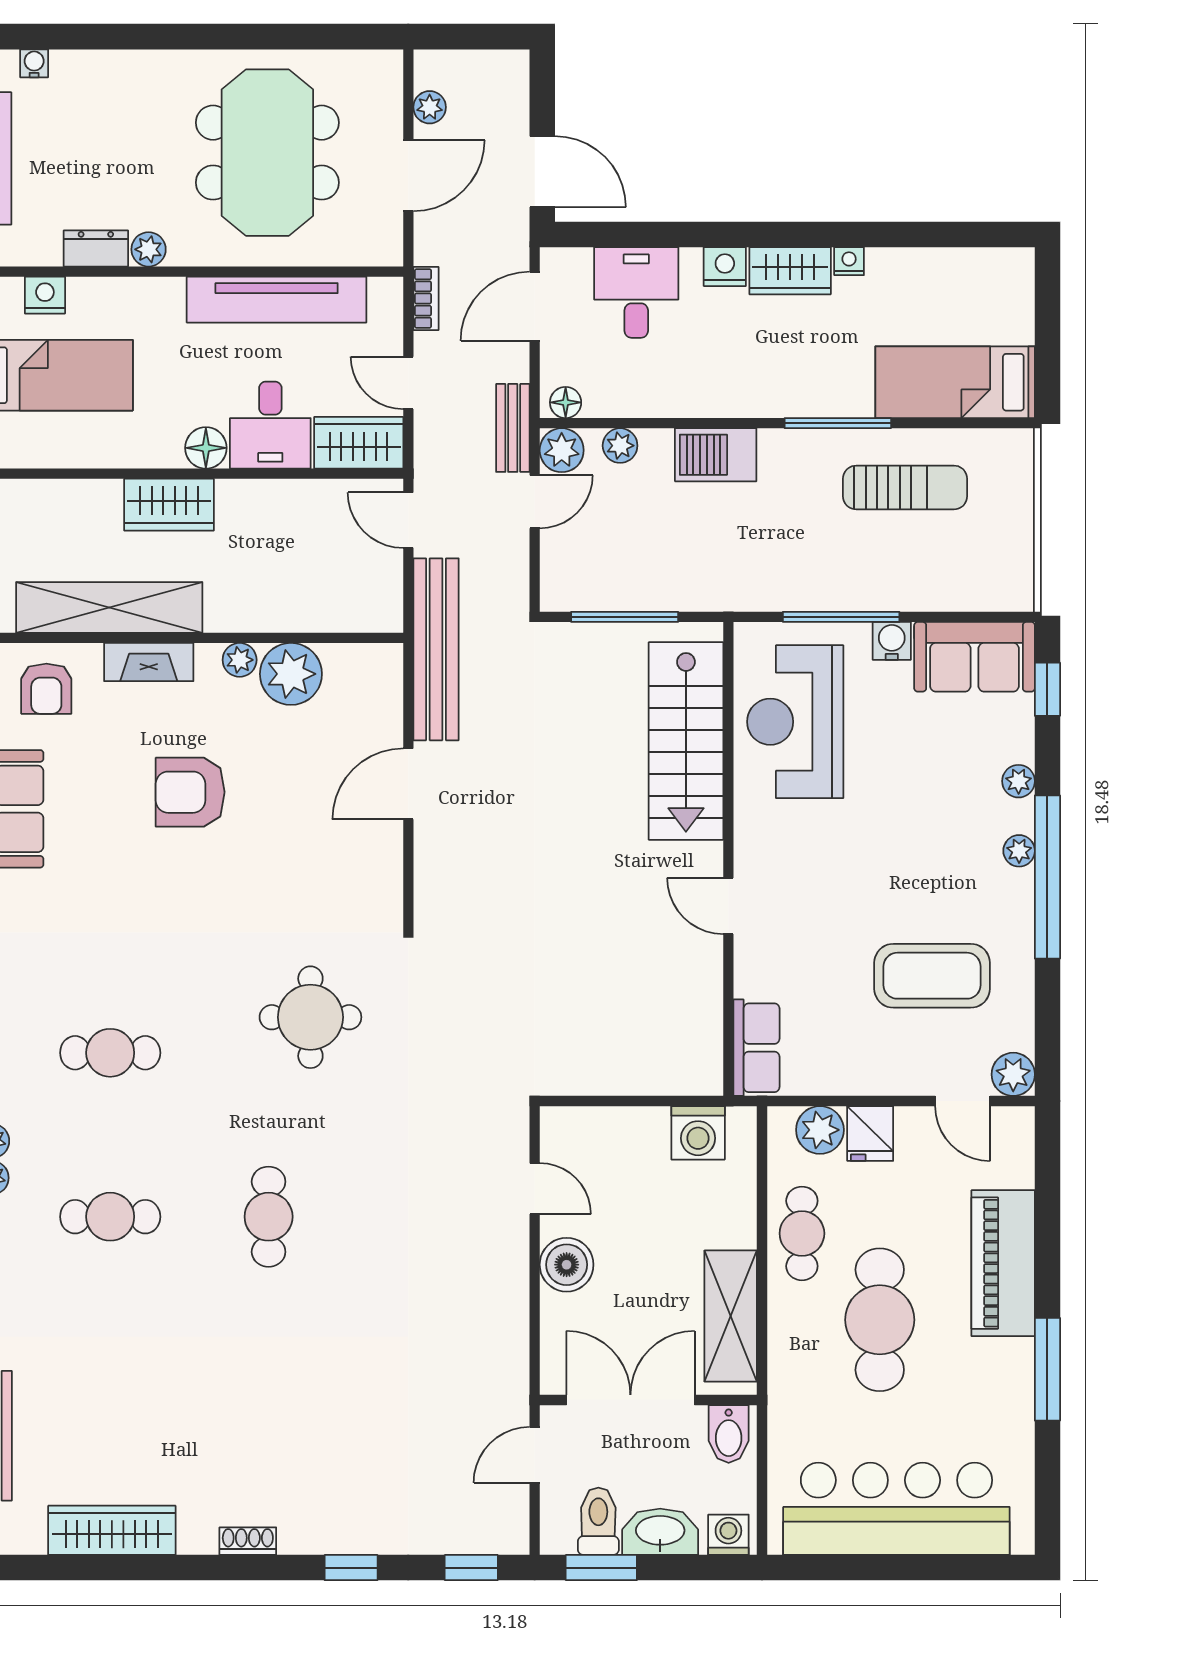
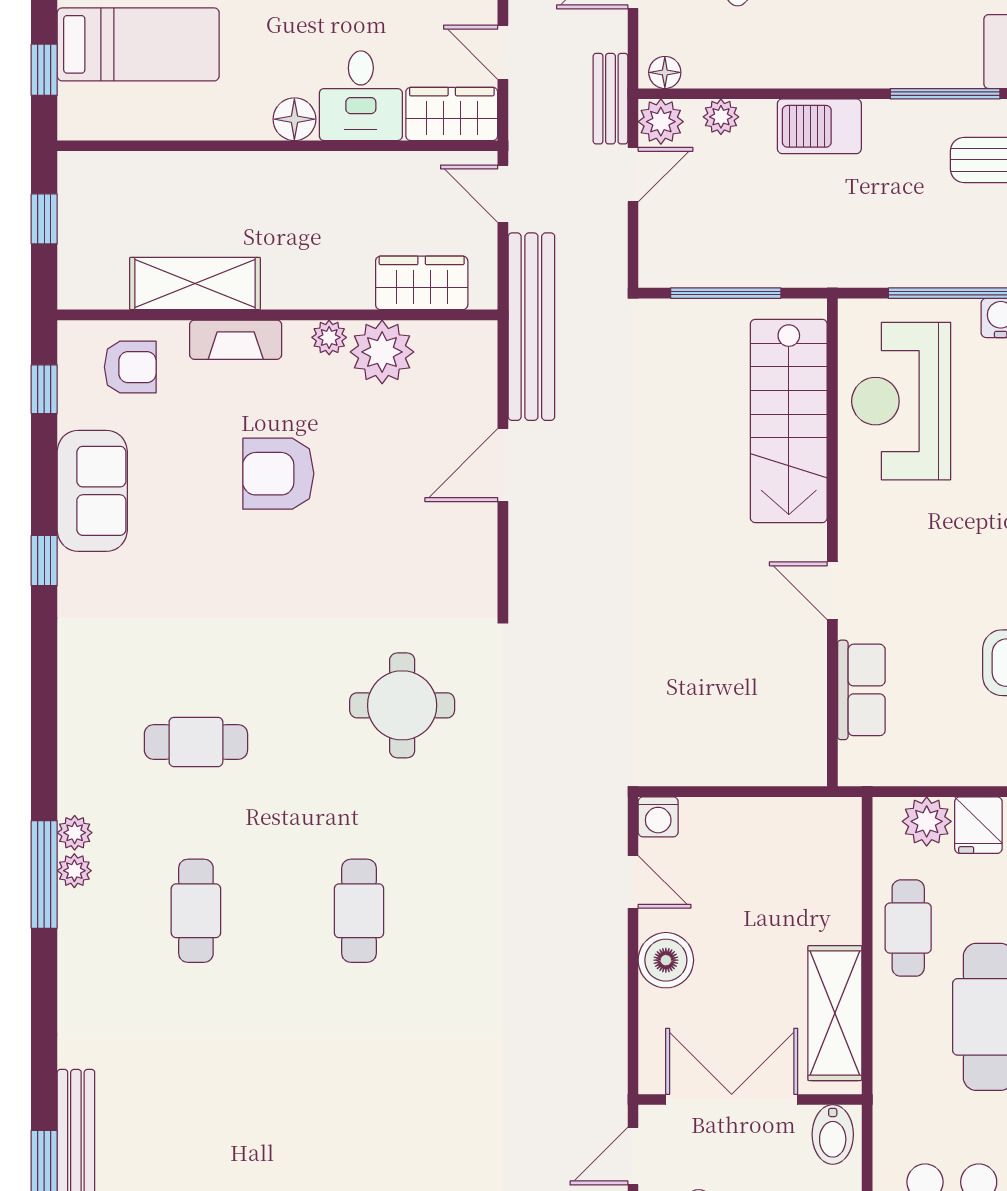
wardrobe: (169, 505) -> (422, 283), moved, turned 180
shelving: (109, 607) -> (195, 283), width x0.68
armchair: (46, 689) -> (130, 367), turned -90
row of seats: (756, 1048) -> (861, 690), moved
washing machine: (698, 1133) -> (658, 817), moved, width x0.73, depth x0.73
cafe table: (110, 1217) -> (196, 911), turned 90

